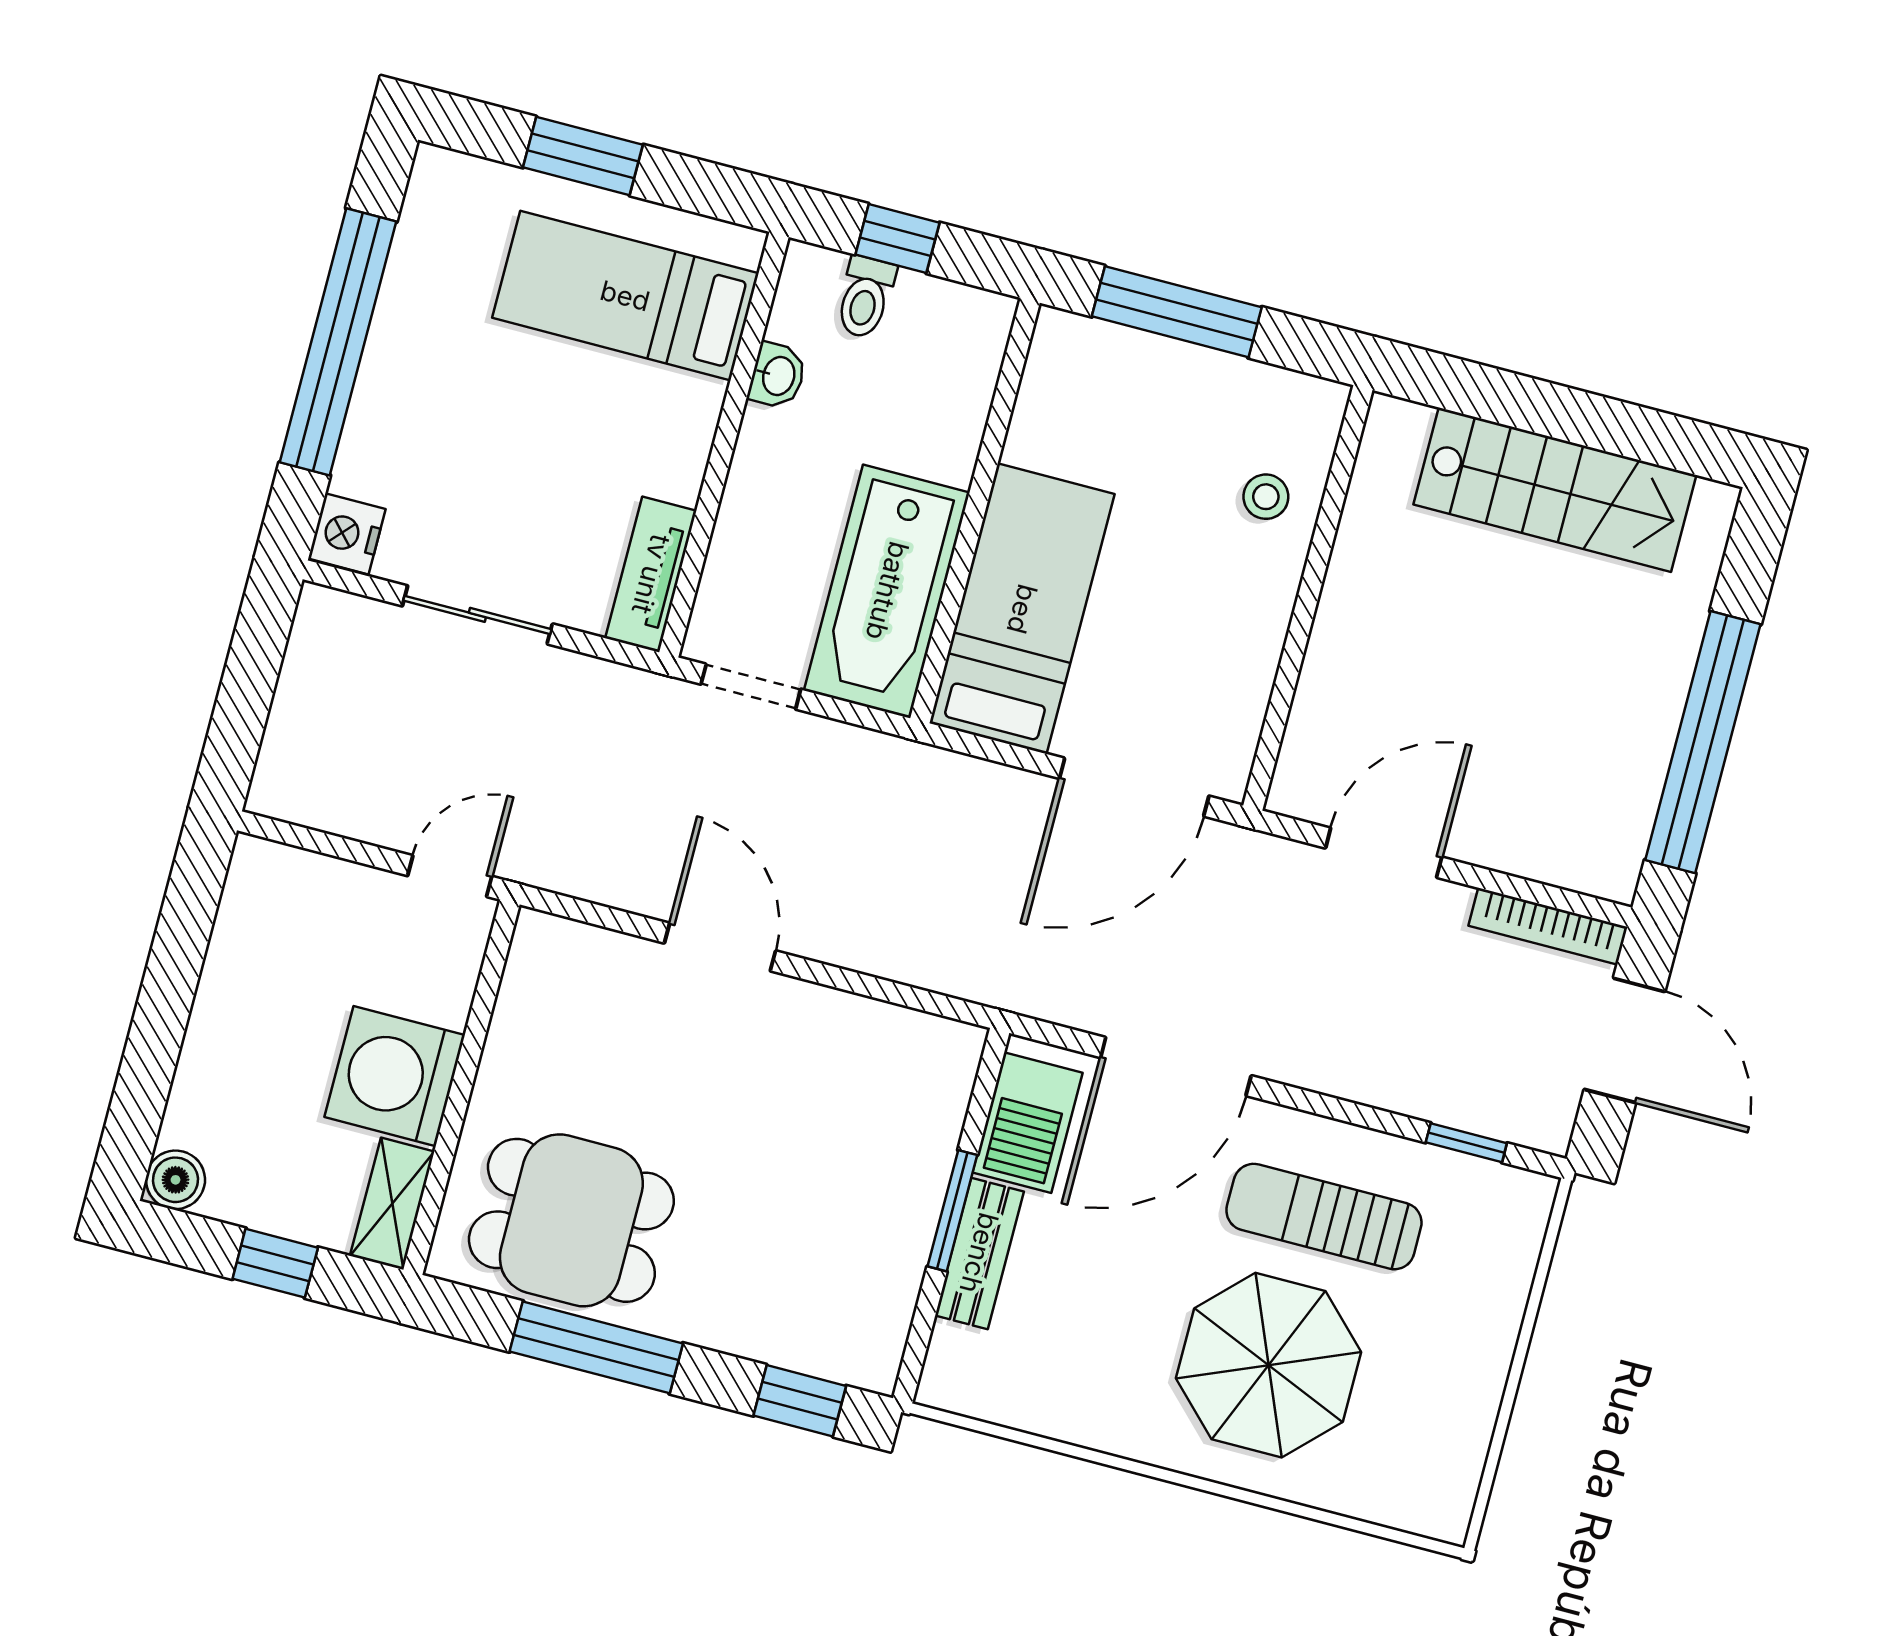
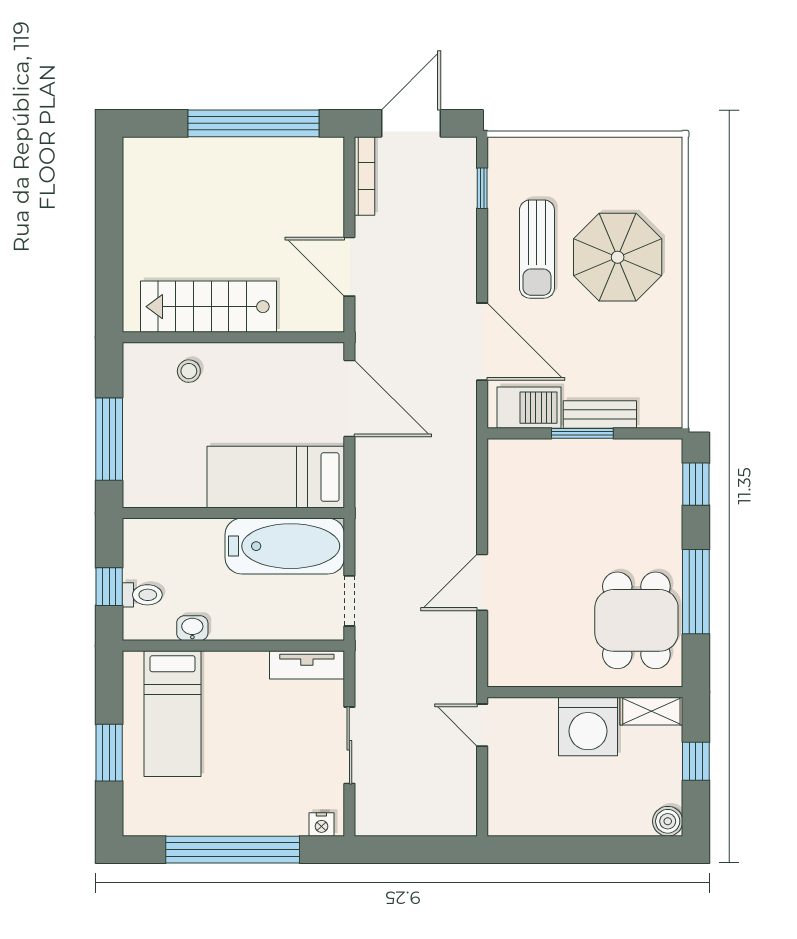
stairs: (1555, 490) -> (208, 307), moved, turned -90
nightstand: (347, 534) -> (321, 825), width x0.72, depth x0.74

